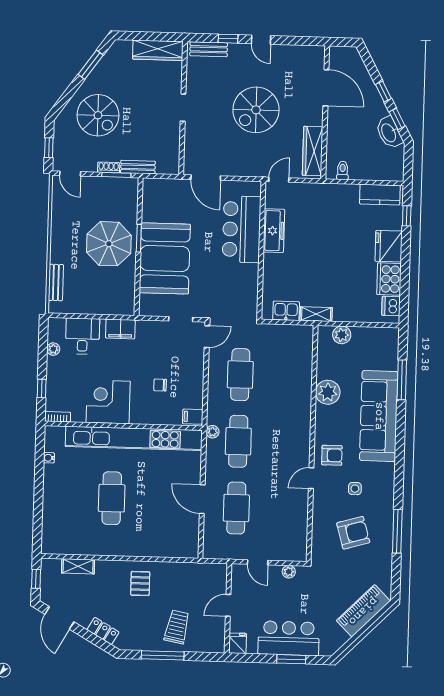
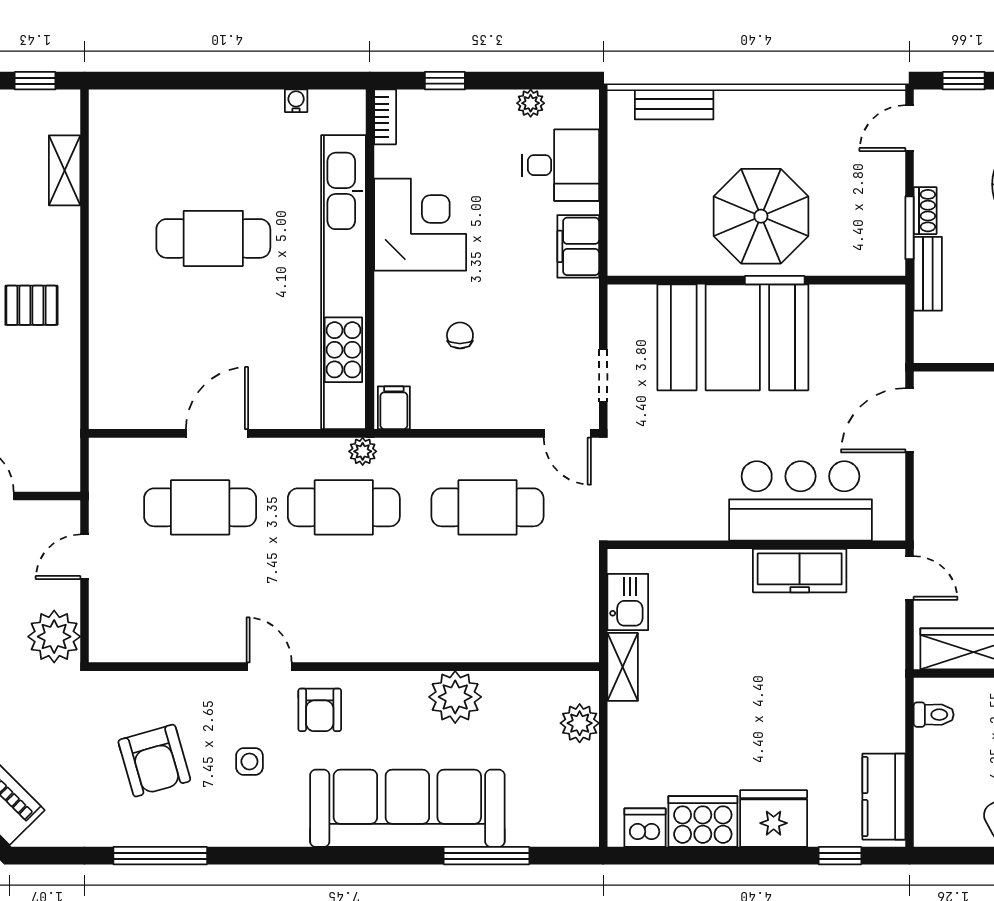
plant: (289, 572) -> (54, 637), width x1.87, depth x1.87

